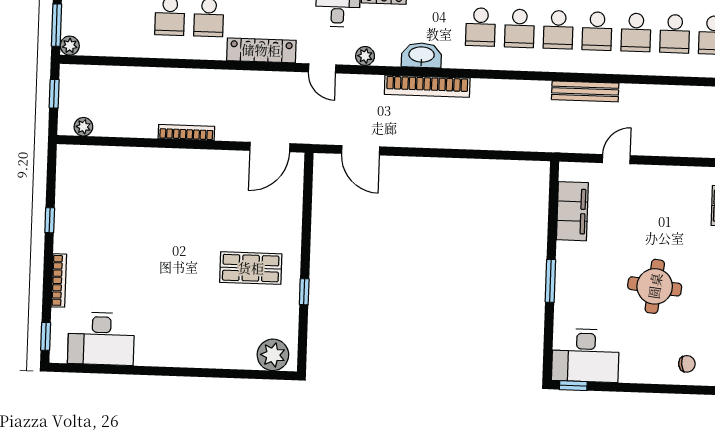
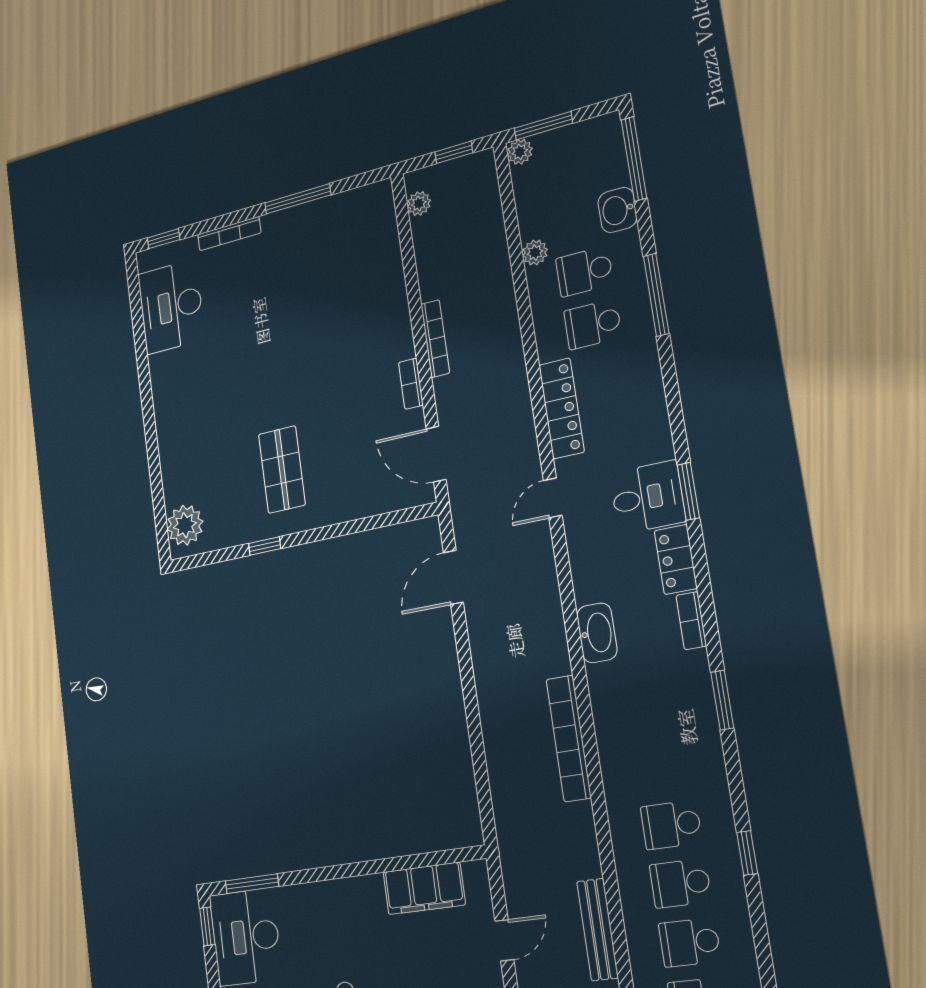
school desk: (481, 27) -> (653, 710), removed
school desk: (519, 28) -> (662, 767), removed
plant: (365, 56) -> (535, 253), moved
bookcase: (427, 86) -> (569, 738), moved
bench: (585, 91) -> (598, 930), moved
bookcase: (214, 157) -> (411, 384), added
door: (616, 159) -> (504, 940), hinge flipped
window: (50, 220) -> (298, 199), width x2.17
window: (550, 281) -> (252, 884), moved

